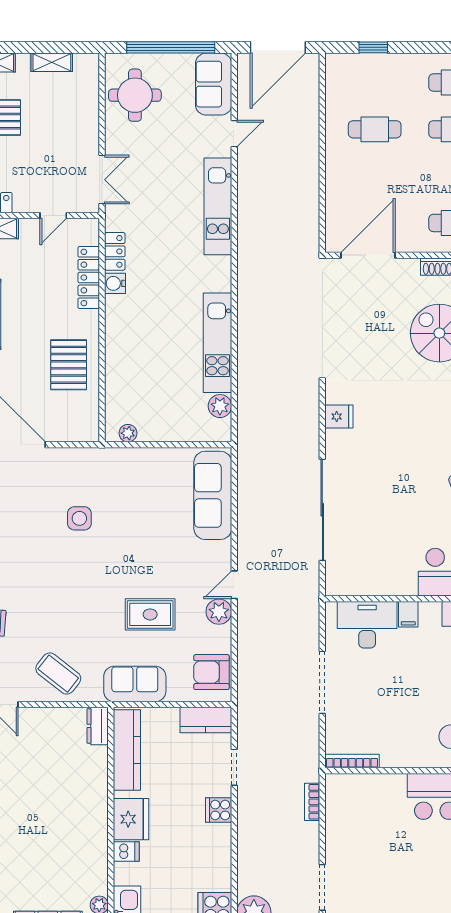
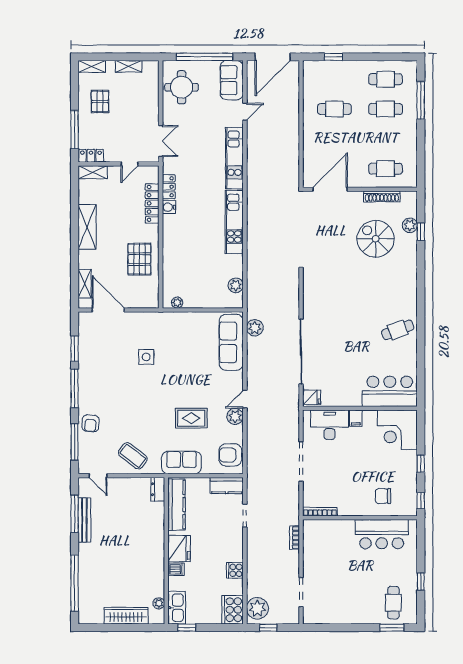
kitchen unit: (218, 343) -> (234, 222), moved
fridge: (339, 417) -> (312, 397), moved
plant: (250, 473) -> (255, 328), added
cooker: (219, 810) -> (235, 570), moved

